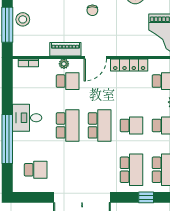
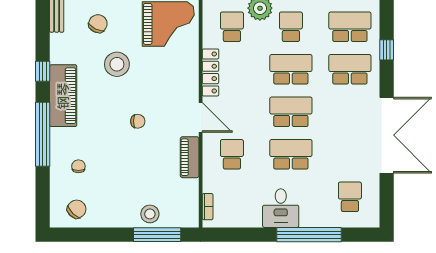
plant: (64, 64) -> (209, 159), removed
school desk: (132, 125) -> (291, 69), width x1.85

